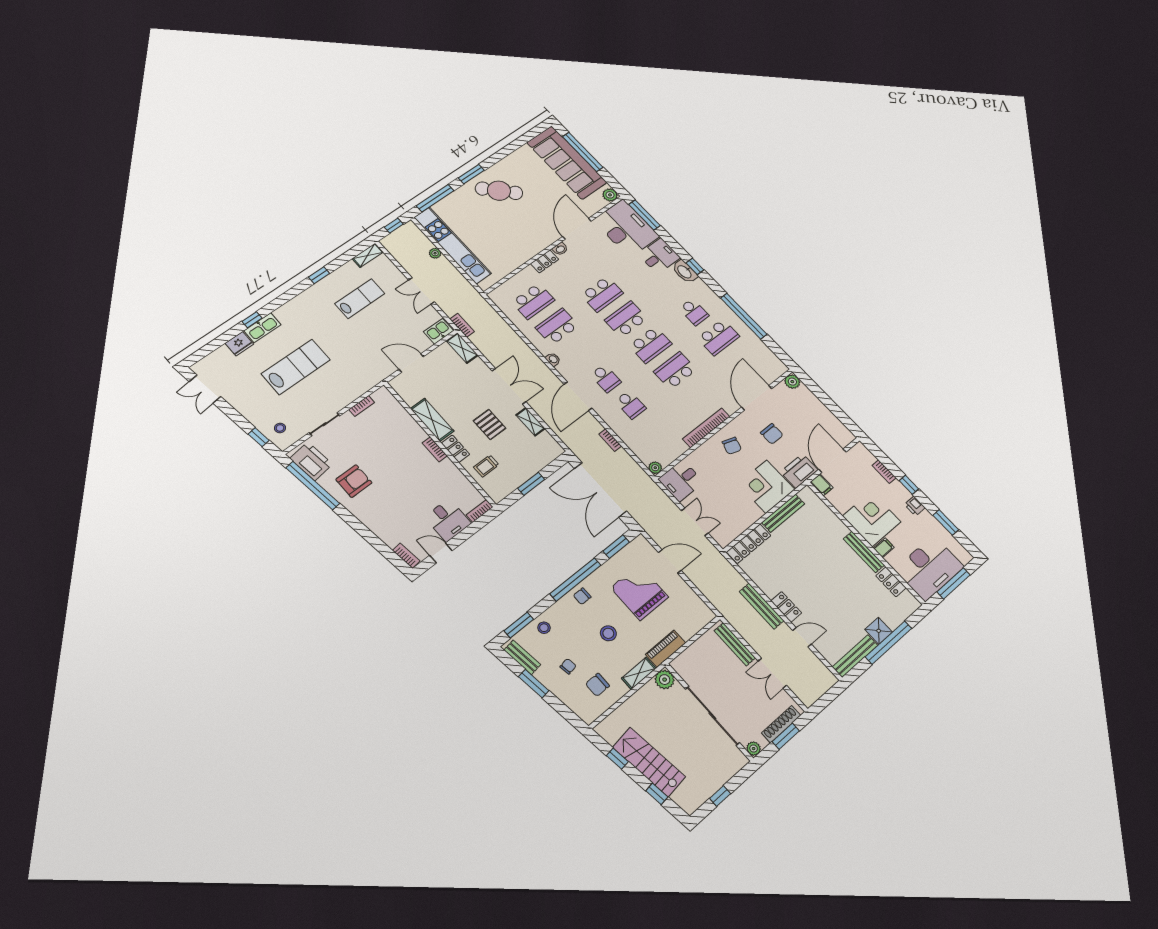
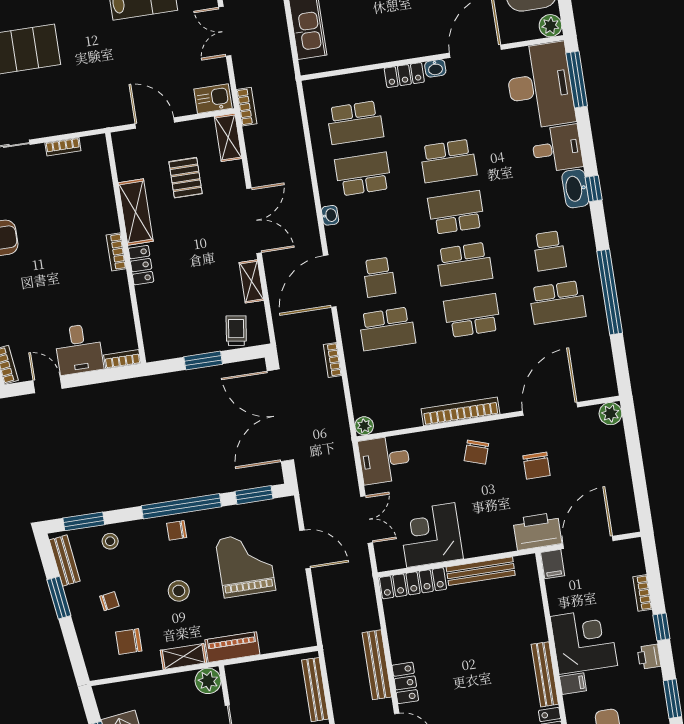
school desk: (630, 405) -> (387, 329), width x1.85
pallet: (490, 424) -> (186, 178), moved
trolley: (486, 466) -> (236, 331), moved, turned 98
corner desk: (766, 487) -> (431, 535), moved

